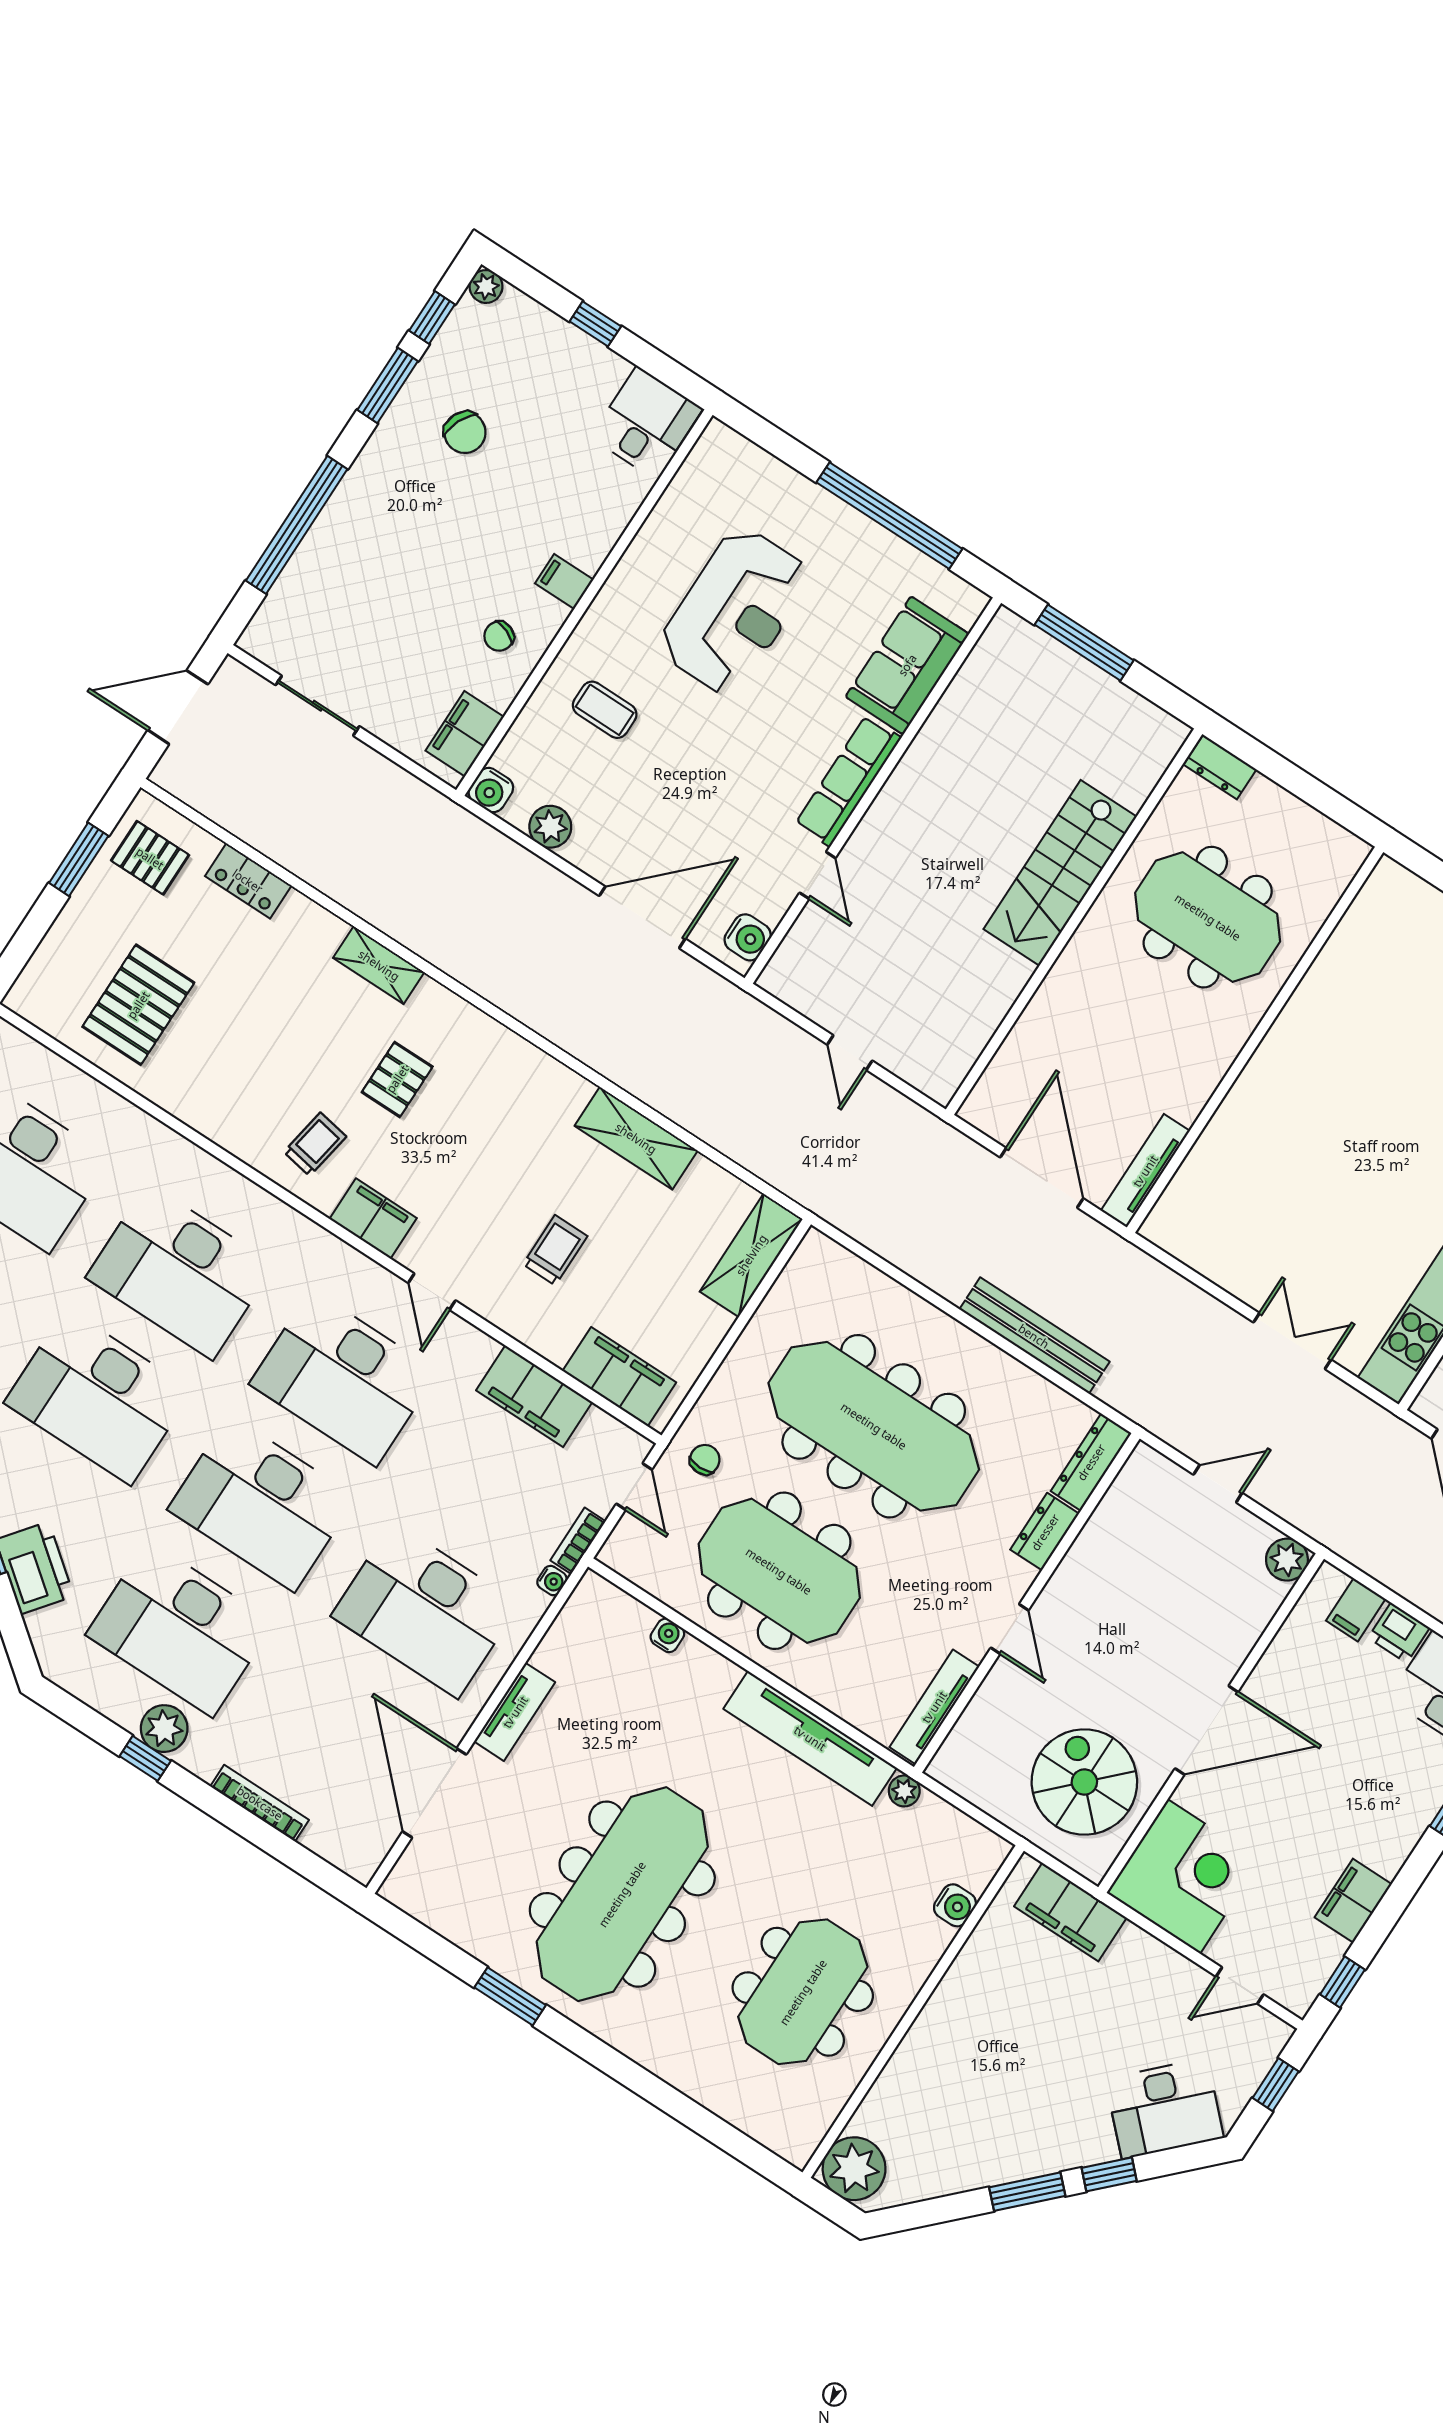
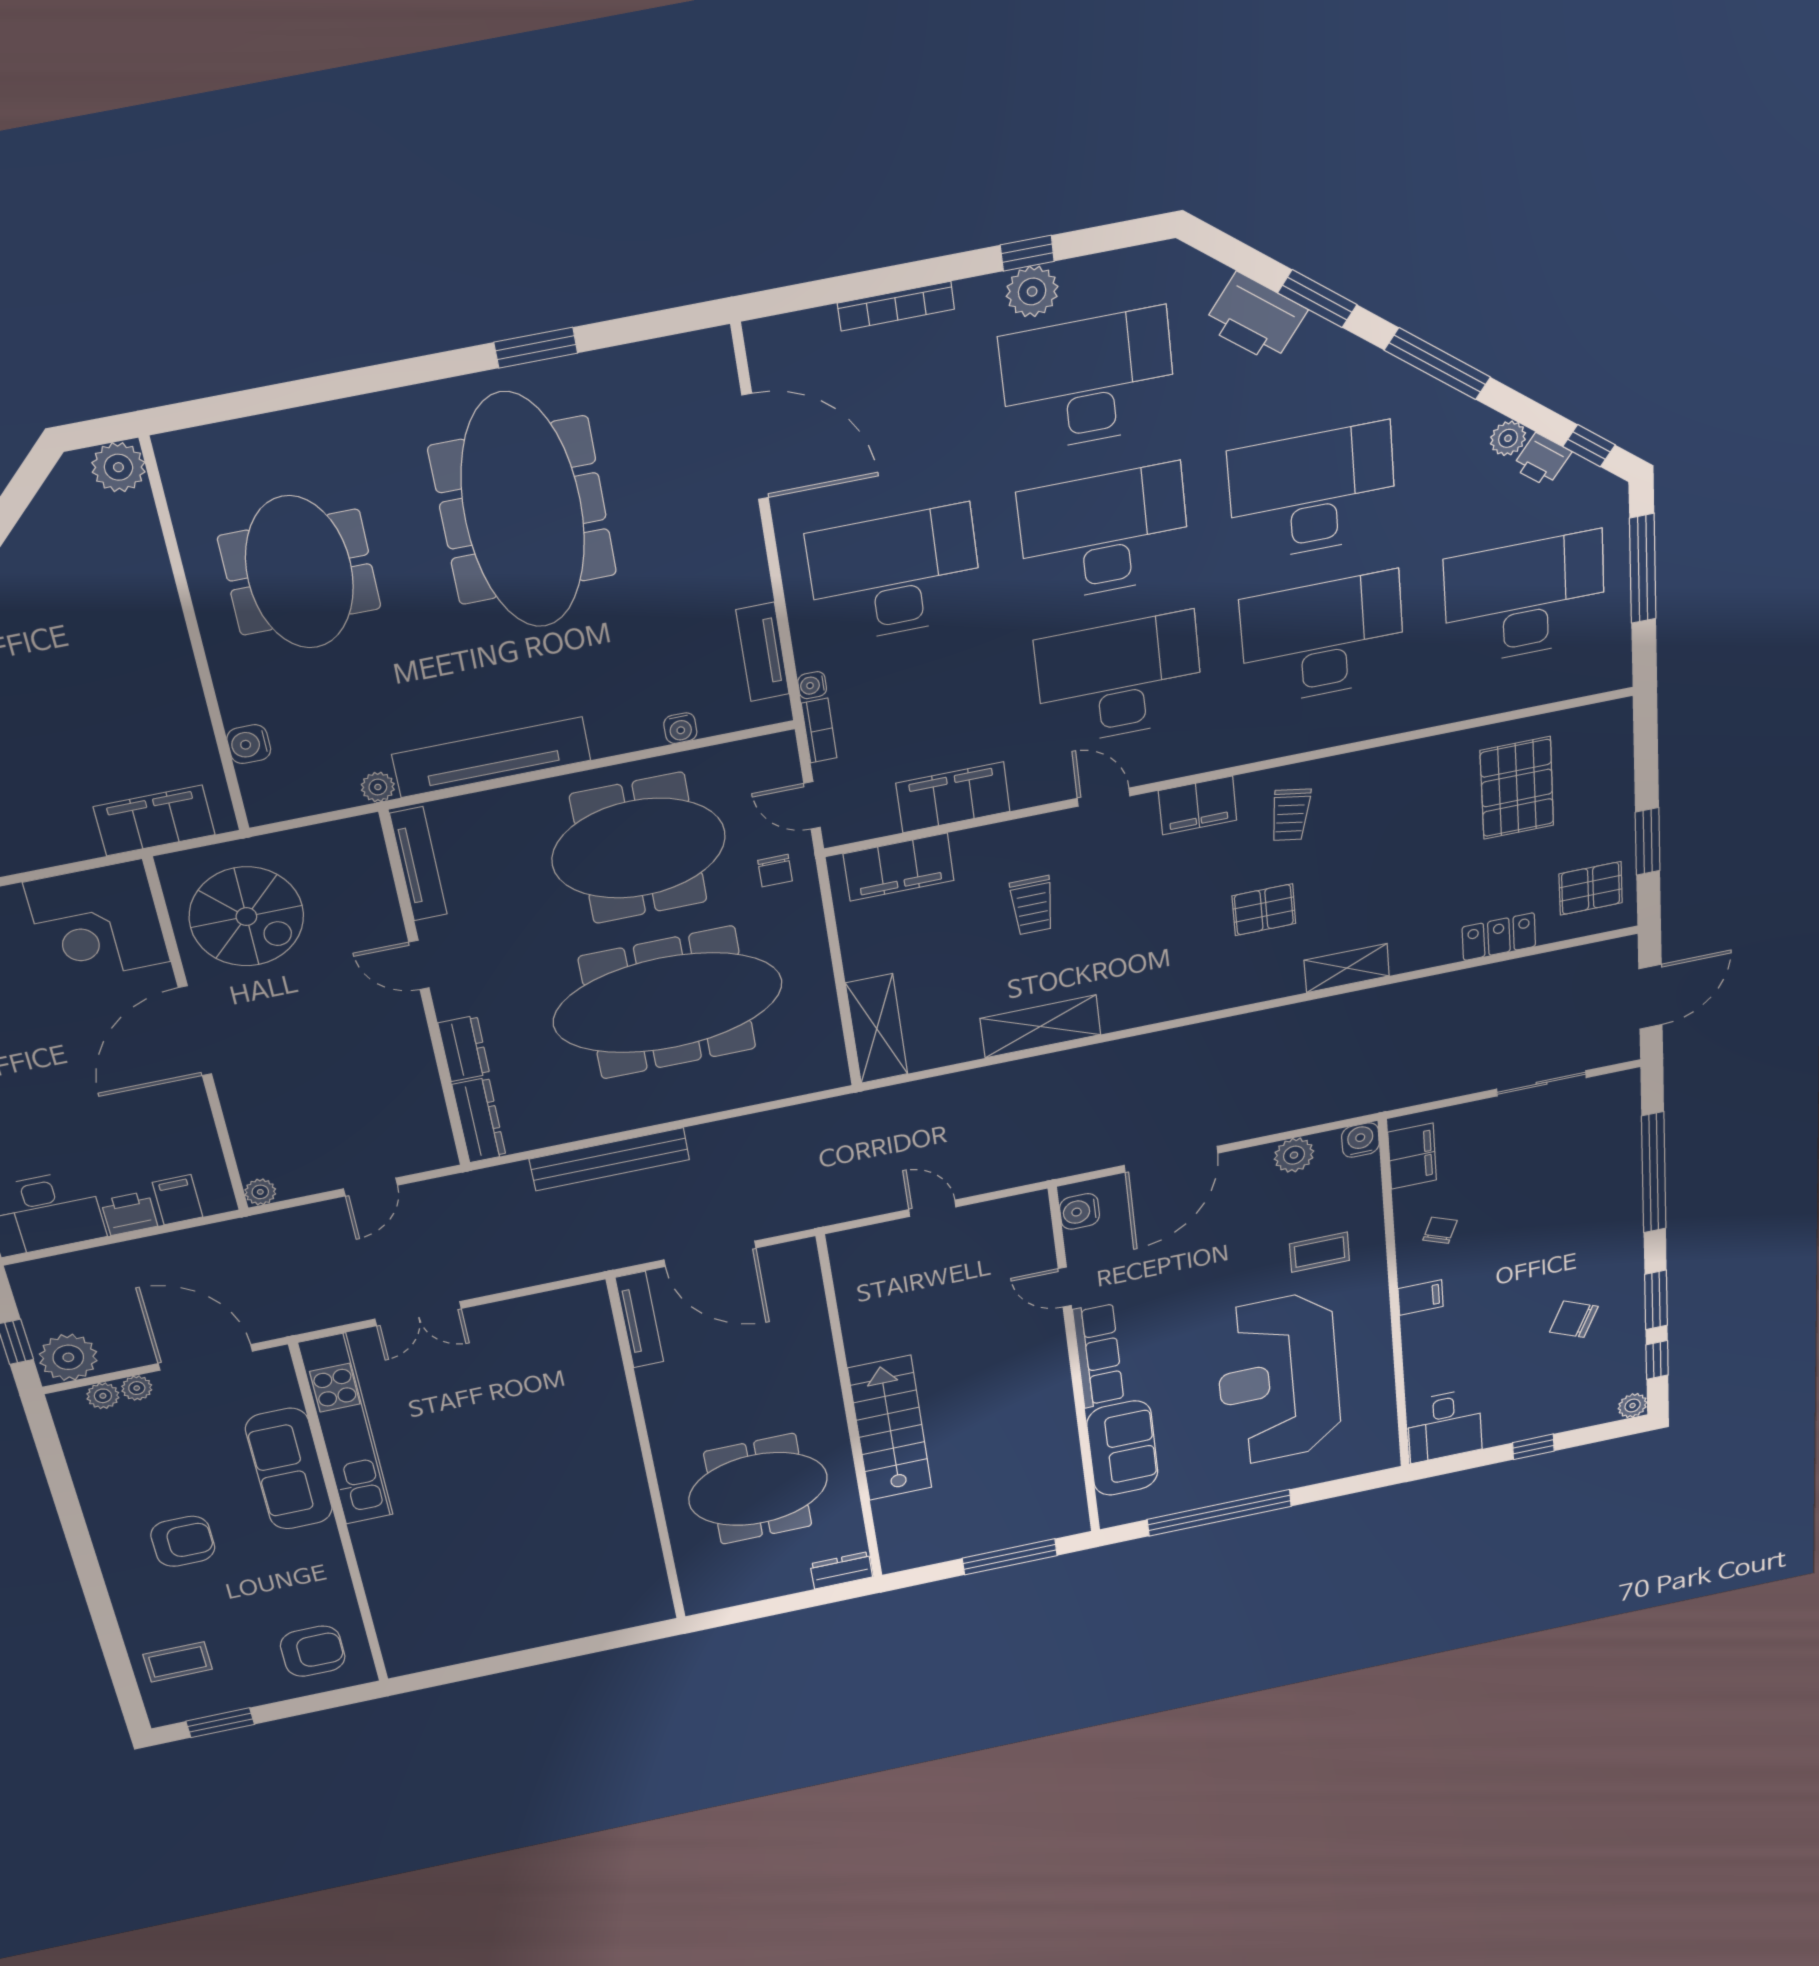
reception desk: (735, 611) -> (1278, 1379), width x1.36, depth x1.30
pallet: (397, 1079) -> (1264, 910), turned 90
plant: (1287, 1560) -> (260, 1192), width x0.73, depth x0.73
tv unit: (515, 1712) -> (763, 652), moved
plant: (854, 2169) -> (118, 467), width x0.73, depth x0.73

